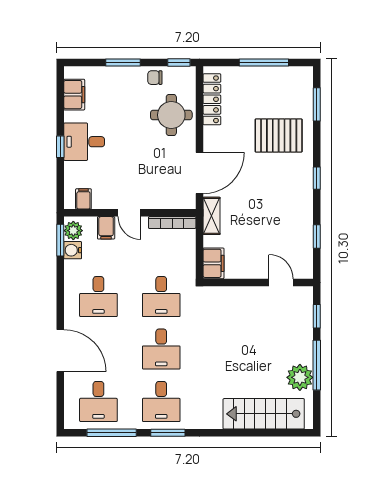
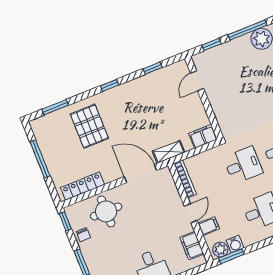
filing cabinet: (83, 199) -> (192, 246), width x2.00

